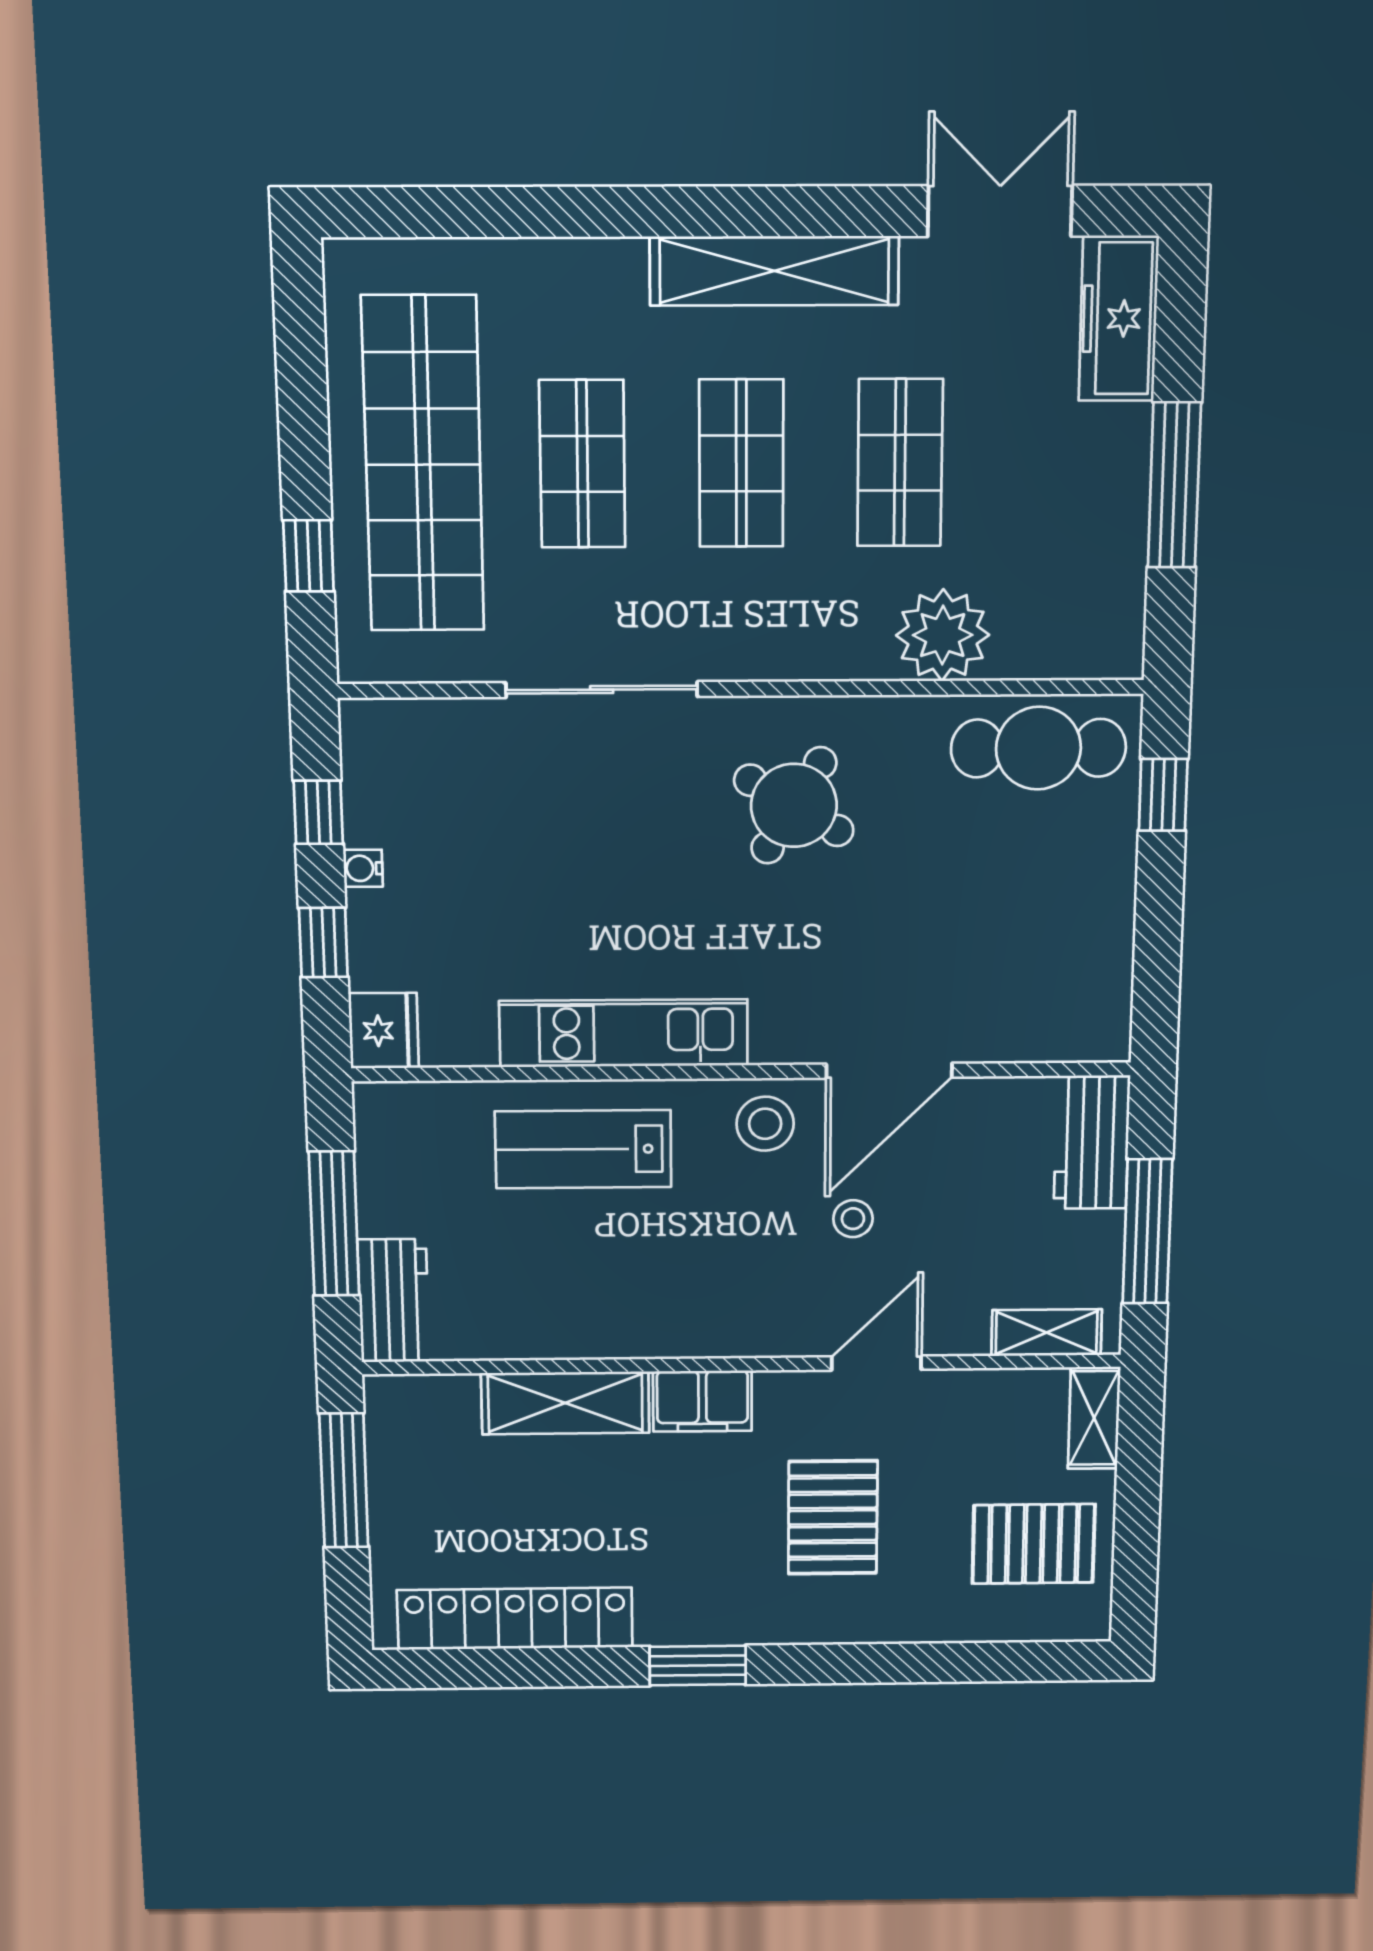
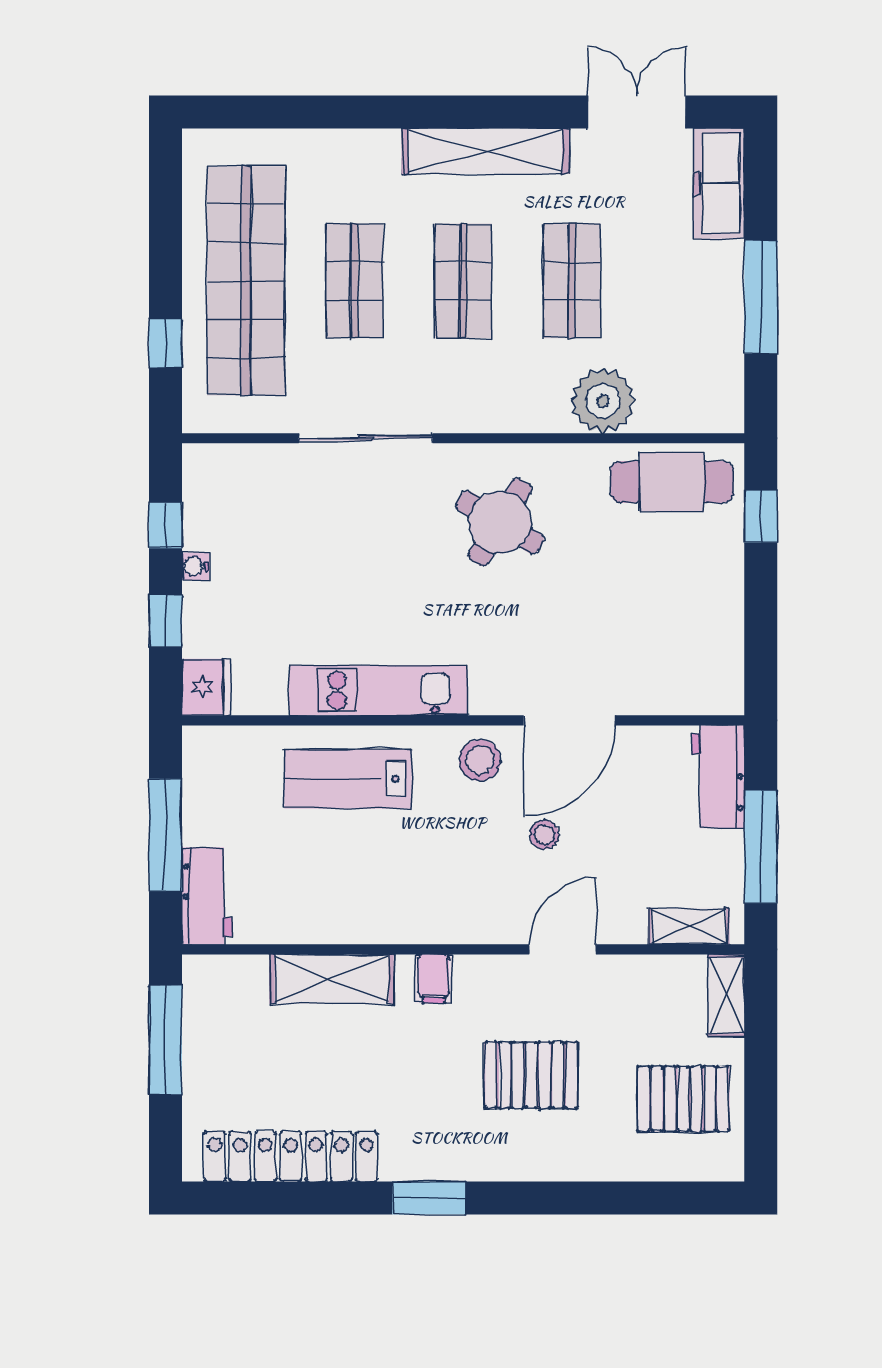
filing cabinet: (702, 1401) -> (434, 979), width x0.50
pallet: (833, 1517) -> (531, 1075), turned 90

